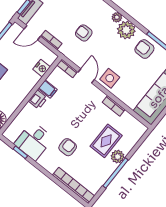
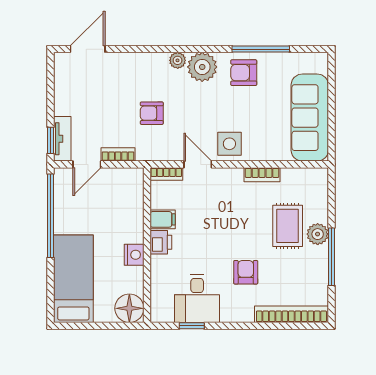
nightstand: (42, 68) -> (134, 255), moved

